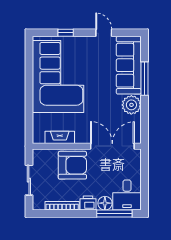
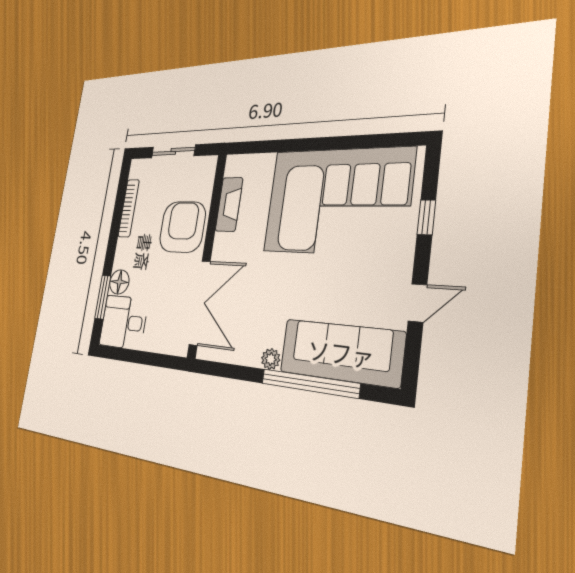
window: (144, 79) -> (310, 383), width x1.46
plant: (131, 105) -> (271, 359), width x0.53, depth x0.53
armchair: (72, 165) -> (182, 227), turned 180
printer: (88, 203) -> (125, 252), removed
window: (114, 213) -> (103, 297), width x0.69

